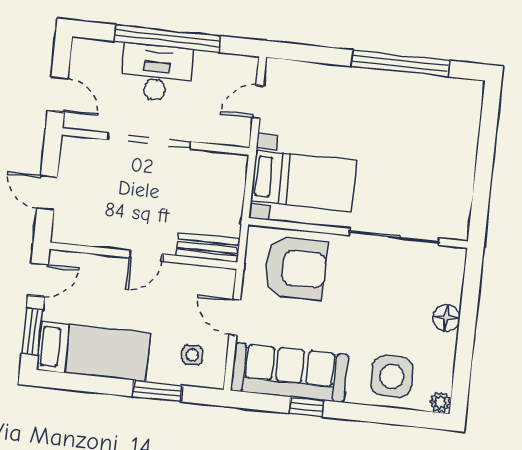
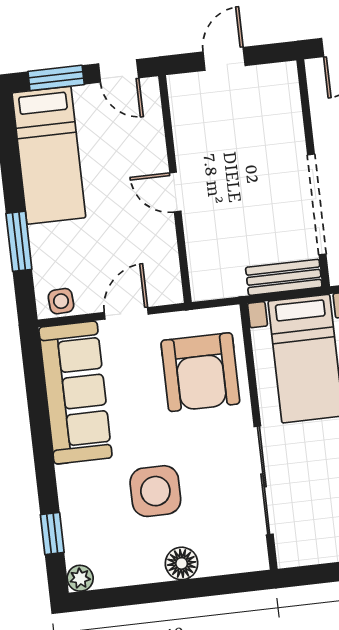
doorway: (149, 141) -> (317, 204), moved
bench: (207, 247) -> (284, 277), moved, turned 90
side table: (192, 355) -> (61, 301), moved
side table: (392, 376) -> (155, 491), moved
window: (306, 407) -> (52, 534), moved

